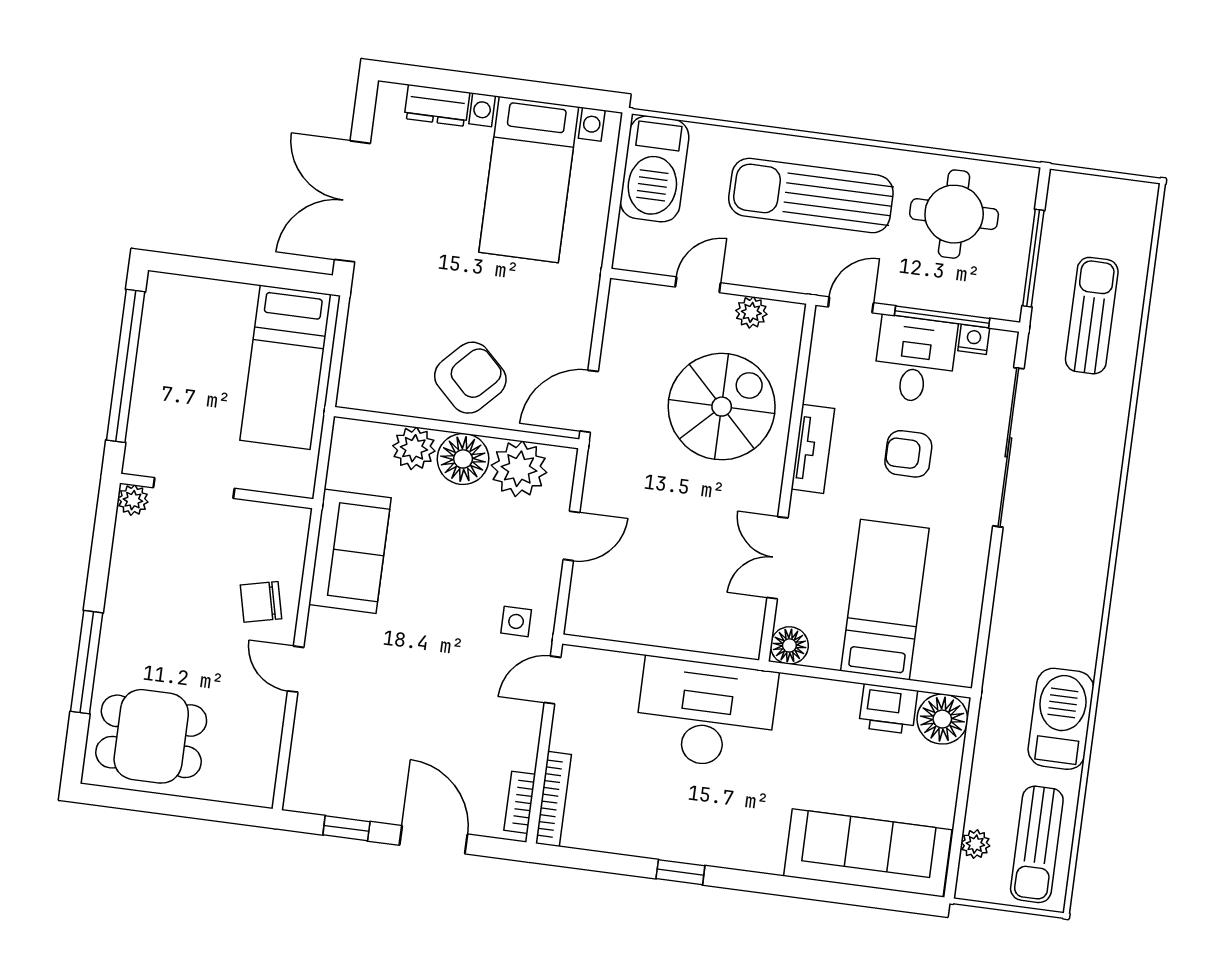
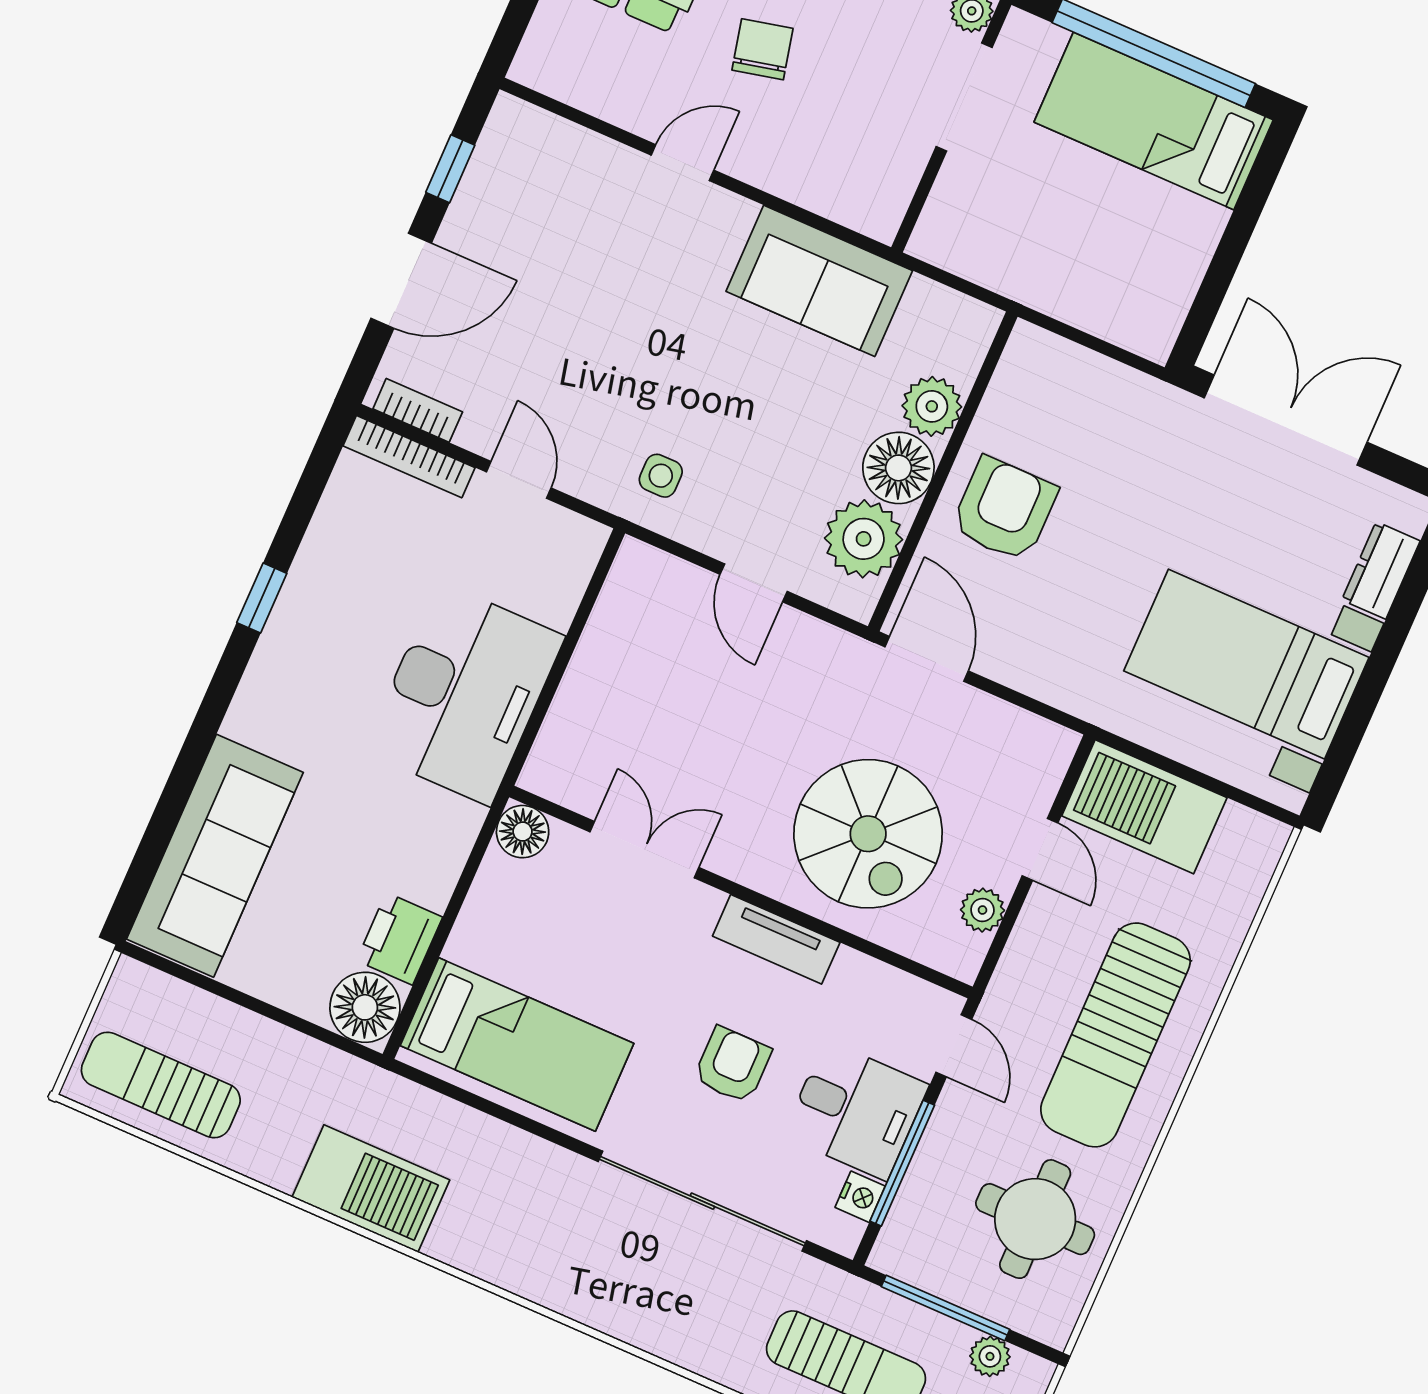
barbecue: (655, 169) -> (1144, 807), moved
sun lounger: (811, 196) -> (1115, 1035), turned 180
bed: (285, 367) -> (1154, 121), moved
armchair: (470, 378) -> (1004, 509), turned -134
bed: (885, 600) -> (517, 1044), moved
chair: (261, 602) -> (762, 49), moved
door: (552, 680) -> (519, 480), moved
barbecue: (1061, 719) -> (371, 1189), moved
plant: (975, 844) -> (990, 1356), moved

